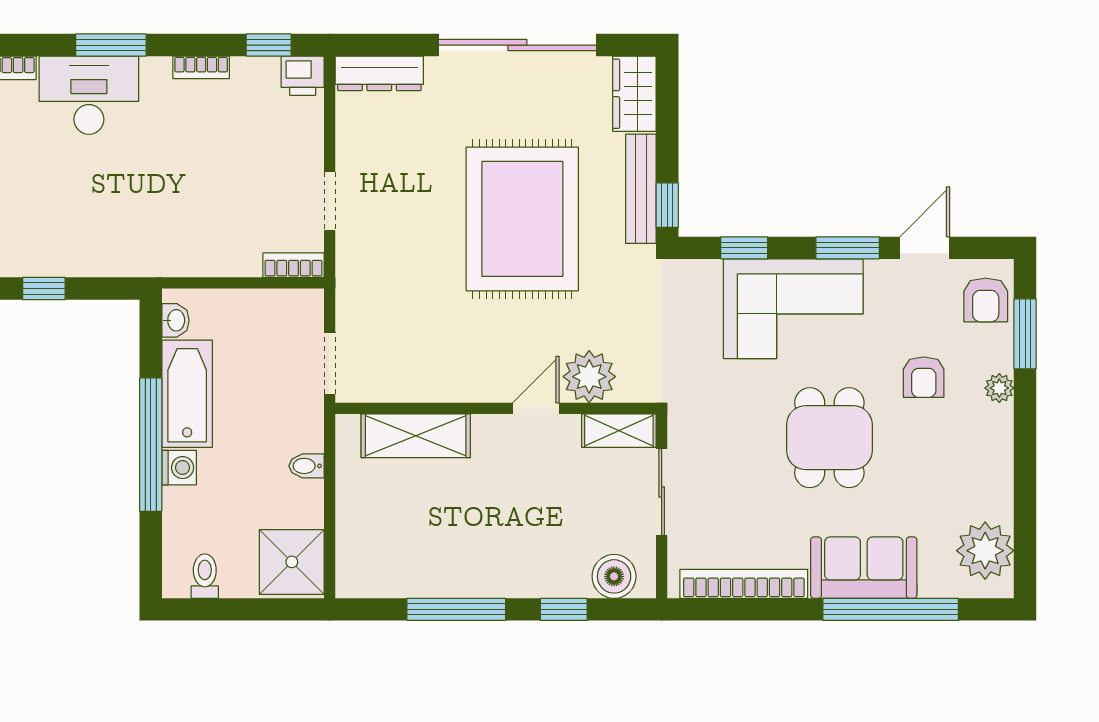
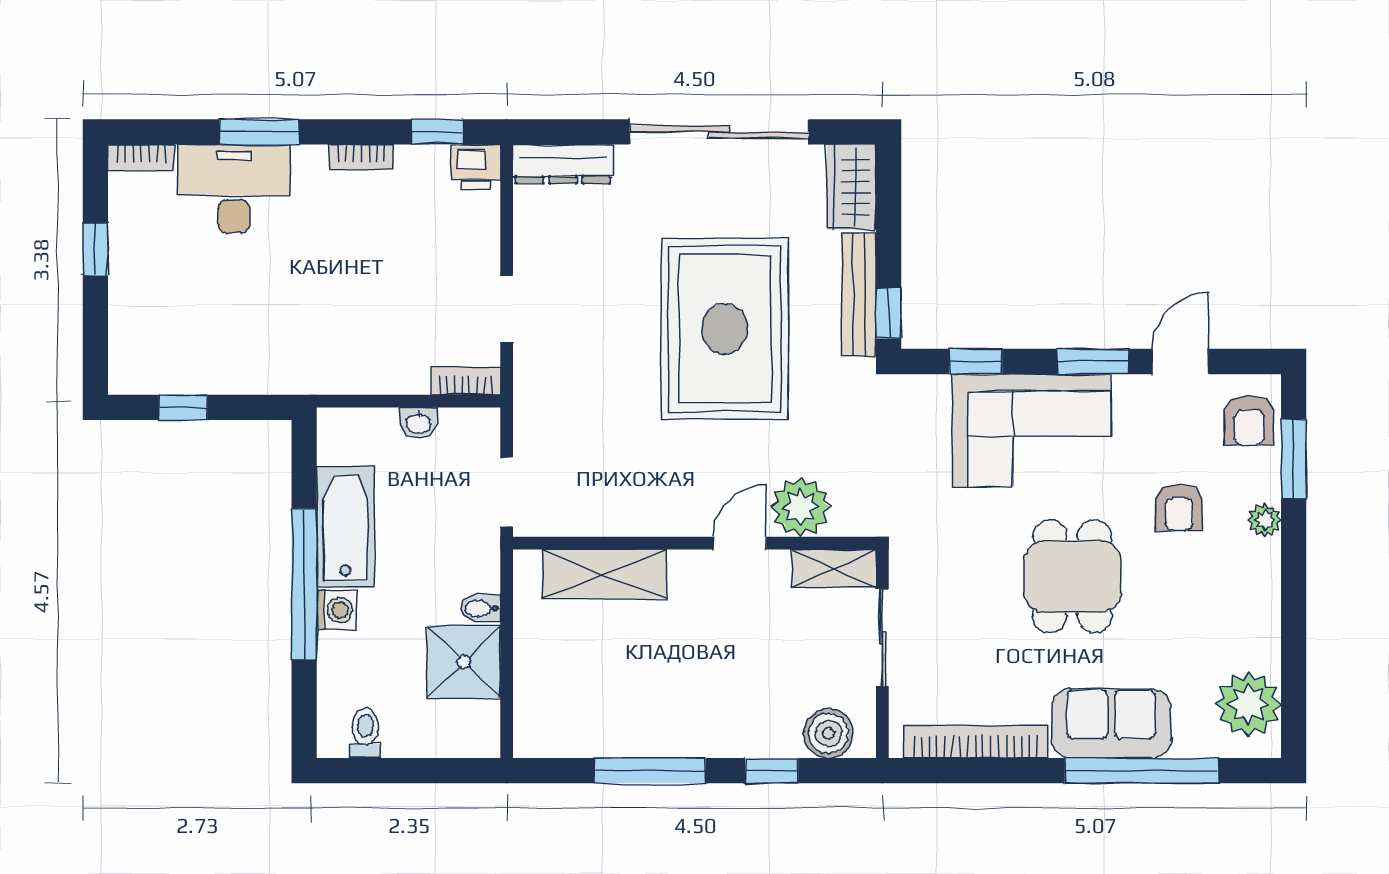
washbasin: (175, 320) -> (419, 423), moved, turned 90
shower: (292, 562) -> (464, 662), moved

